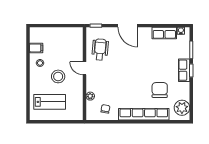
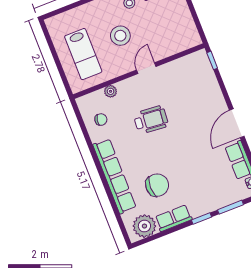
door: (128, 26) -> (237, 123), moved
wheelchair: (100, 49) -> (151, 120), moved
row of seats: (184, 70) -> (173, 218), moved
lab bench: (50, 102) -> (83, 54), moved

